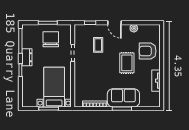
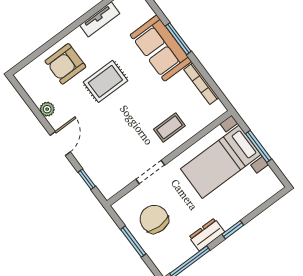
chair: (51, 39) -> (154, 219), turned 90
coffee table: (98, 45) -> (169, 127), moved
armchair: (148, 51) -> (65, 64), turned 90

